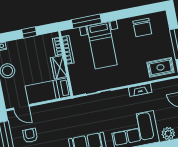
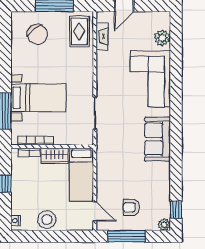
chair: (142, 27) -> (37, 34), moved, turned 54
fireplace: (140, 90) -> (102, 36), moved
door: (21, 107) -> (95, 211), hinge flipped

